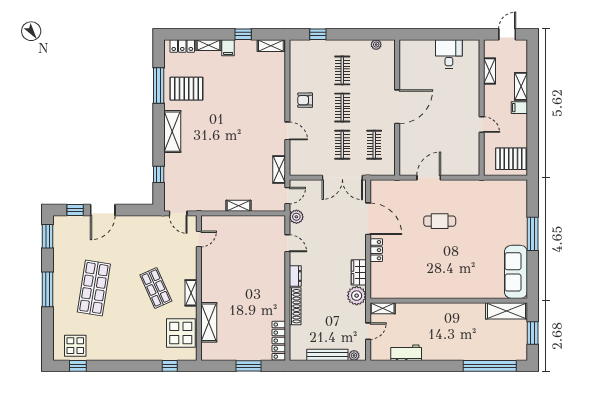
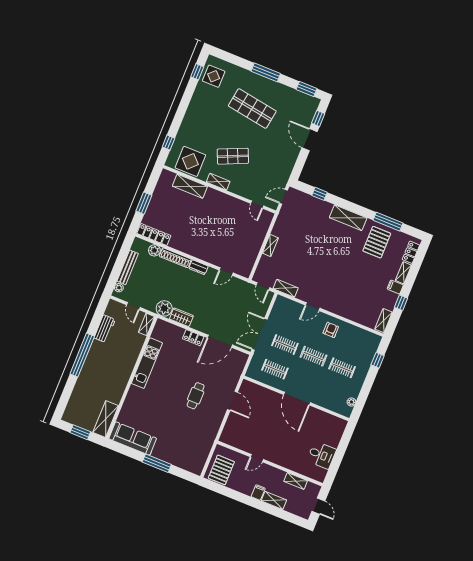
plant: (296, 217) -> (154, 250), moved
kitchen unit: (425, 290) -> (147, 363), added
window: (490, 366) -> (82, 355), moved

